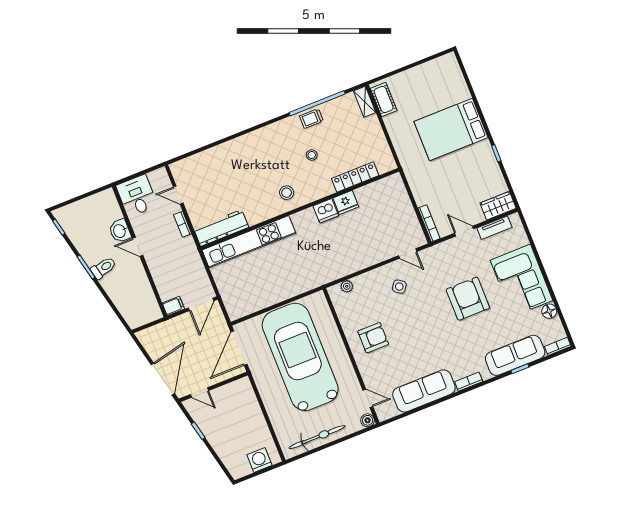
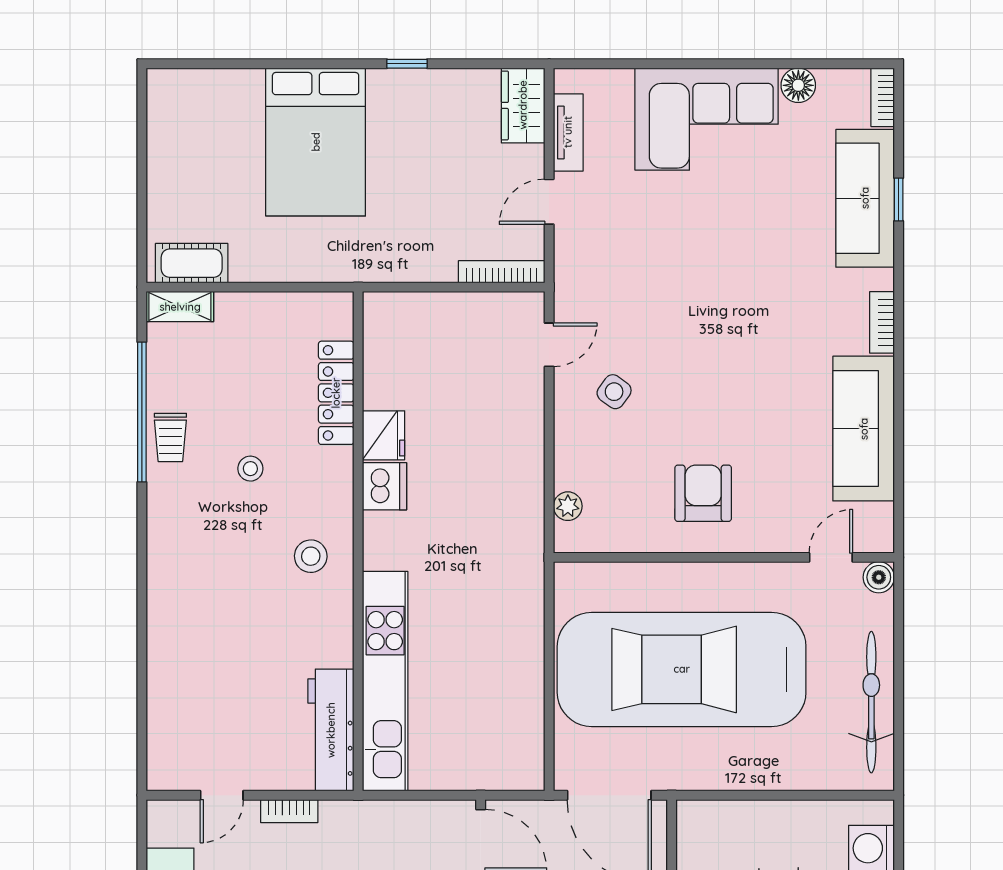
armchair: (468, 299) -> (700, 252), removed

